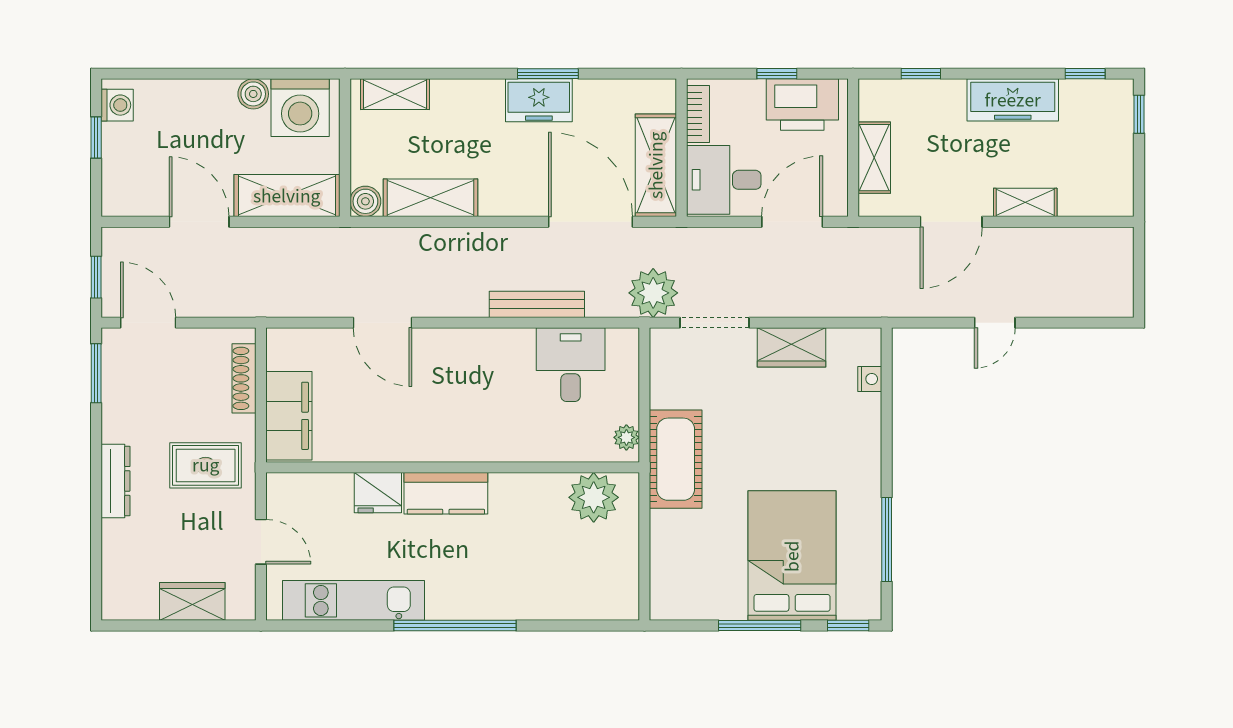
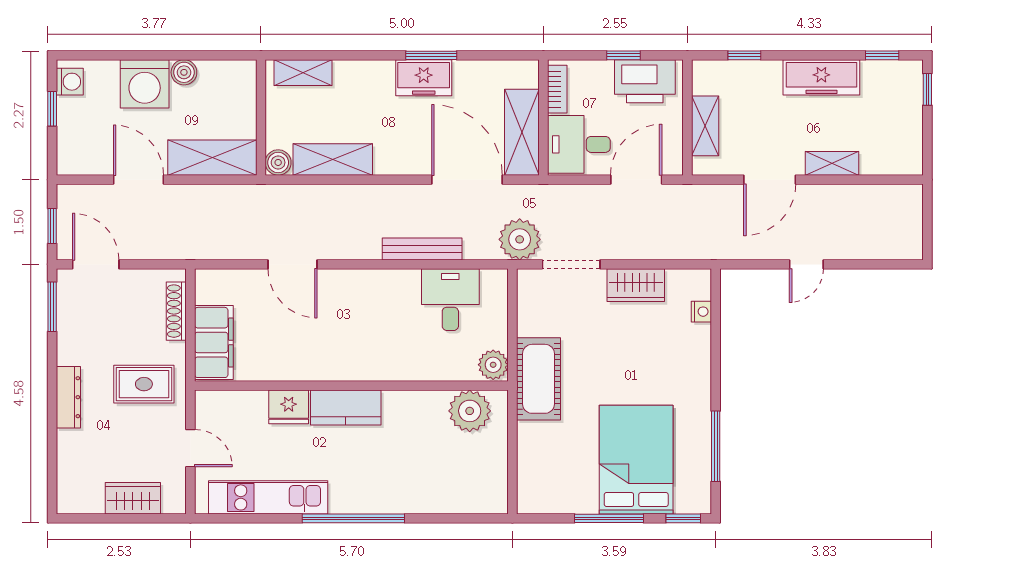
washing machine: (300, 108) -> (145, 84), moved
plant: (626, 437) -> (493, 365), width x1.38, depth x1.38

